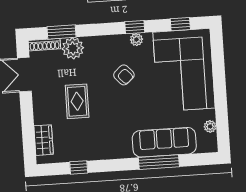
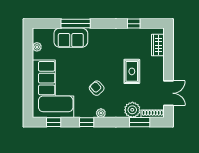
plant: (136, 40) -> (101, 113), moved
sofa: (164, 142) -> (71, 38), width x0.73

